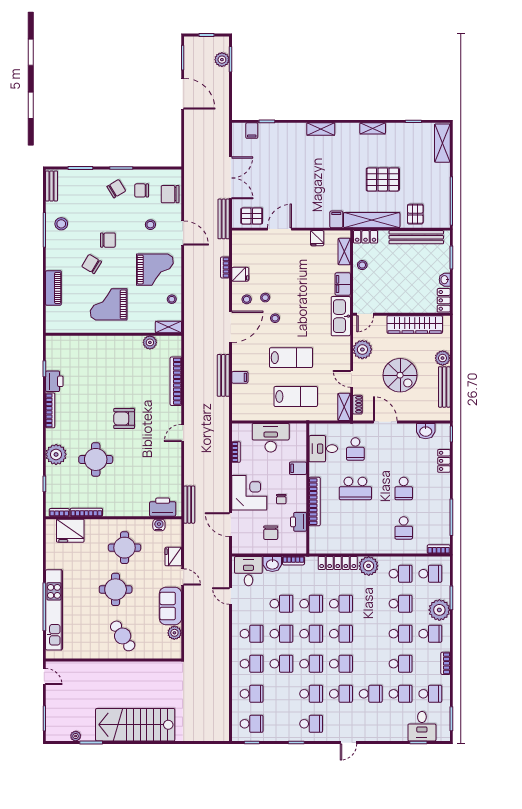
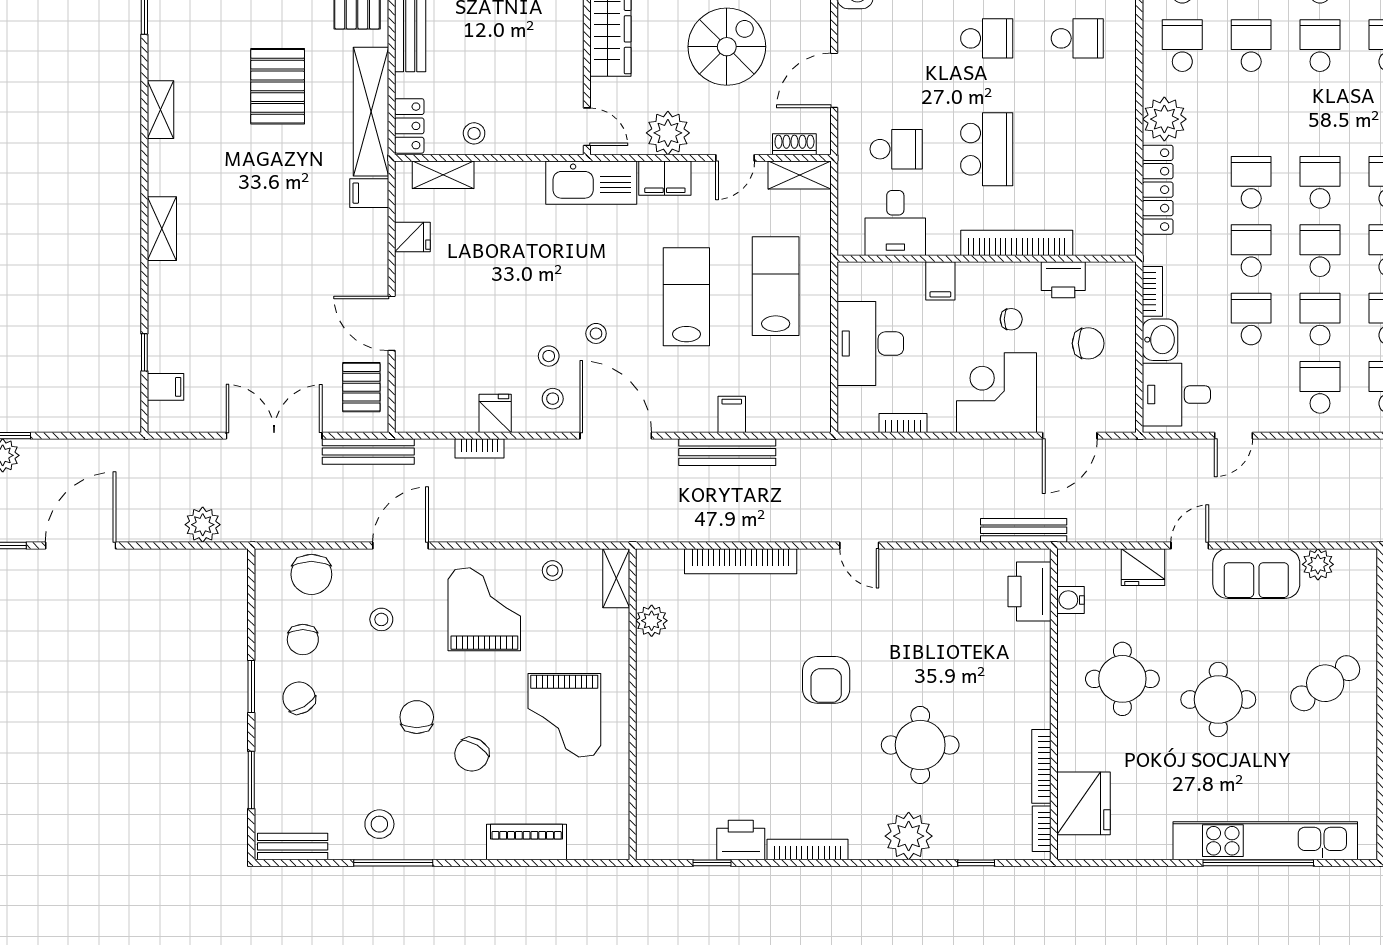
plant: (192, 147) -> (203, 525), added
filing cabinet: (343, 284) -> (665, 178), moved

